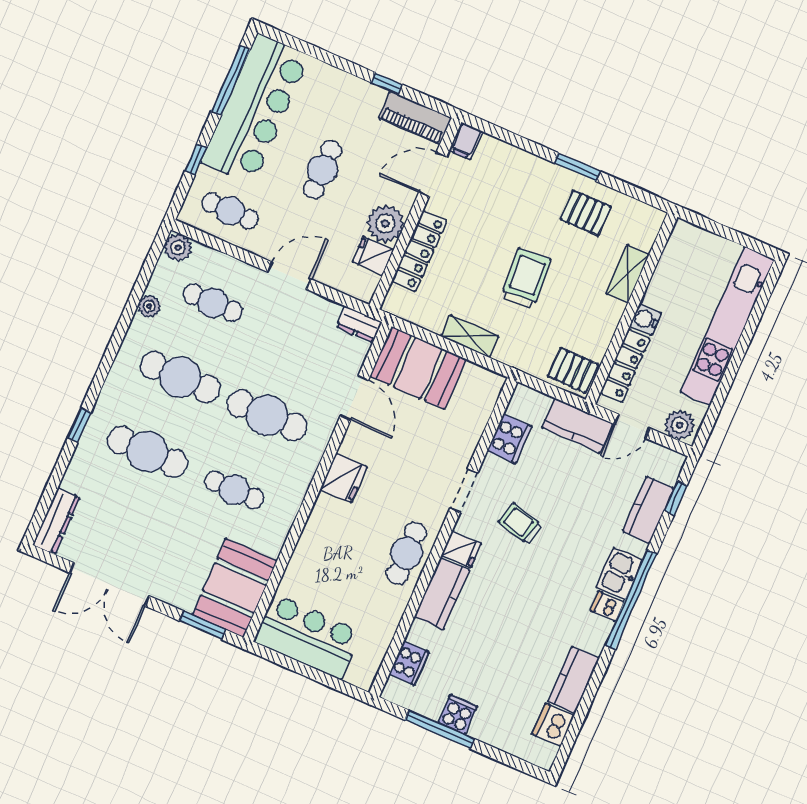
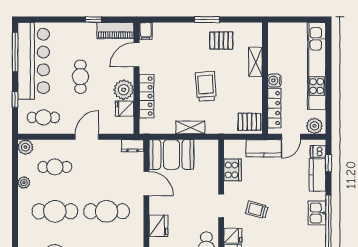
dishwasher: (607, 606) -> (318, 151), moved

